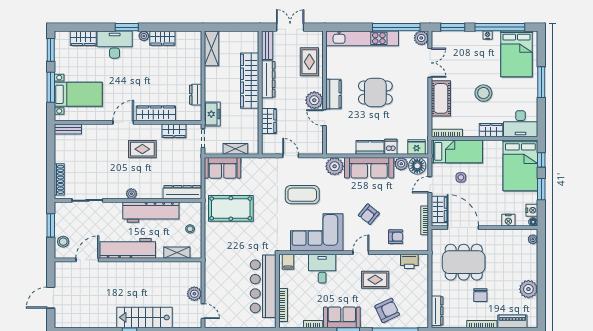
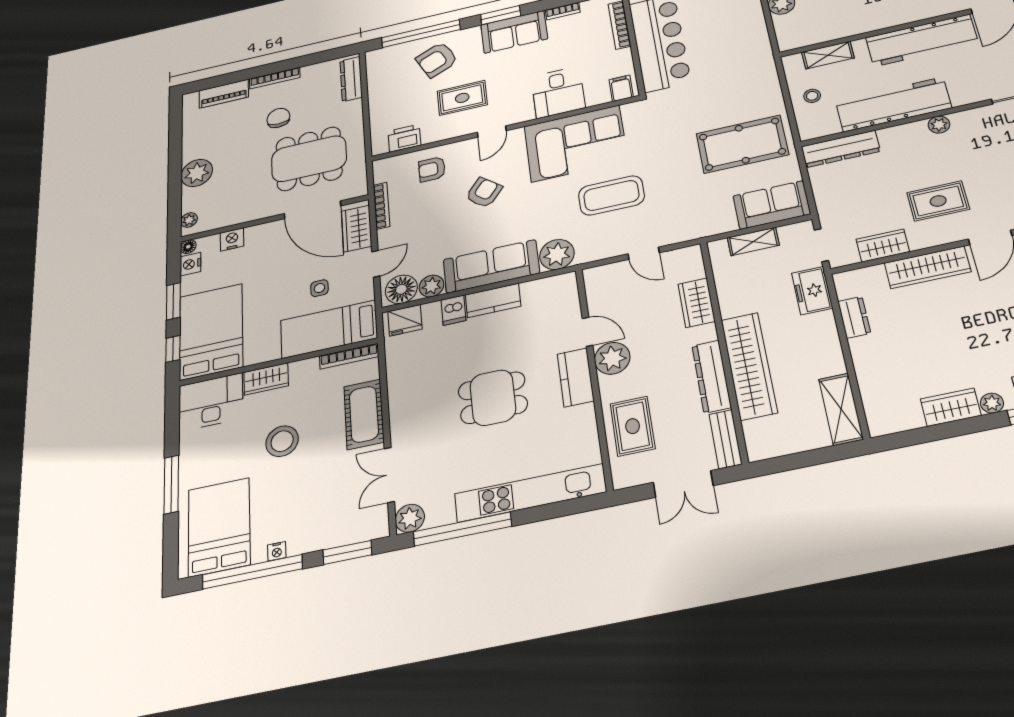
plant: (528, 289) -> (197, 173), moved

